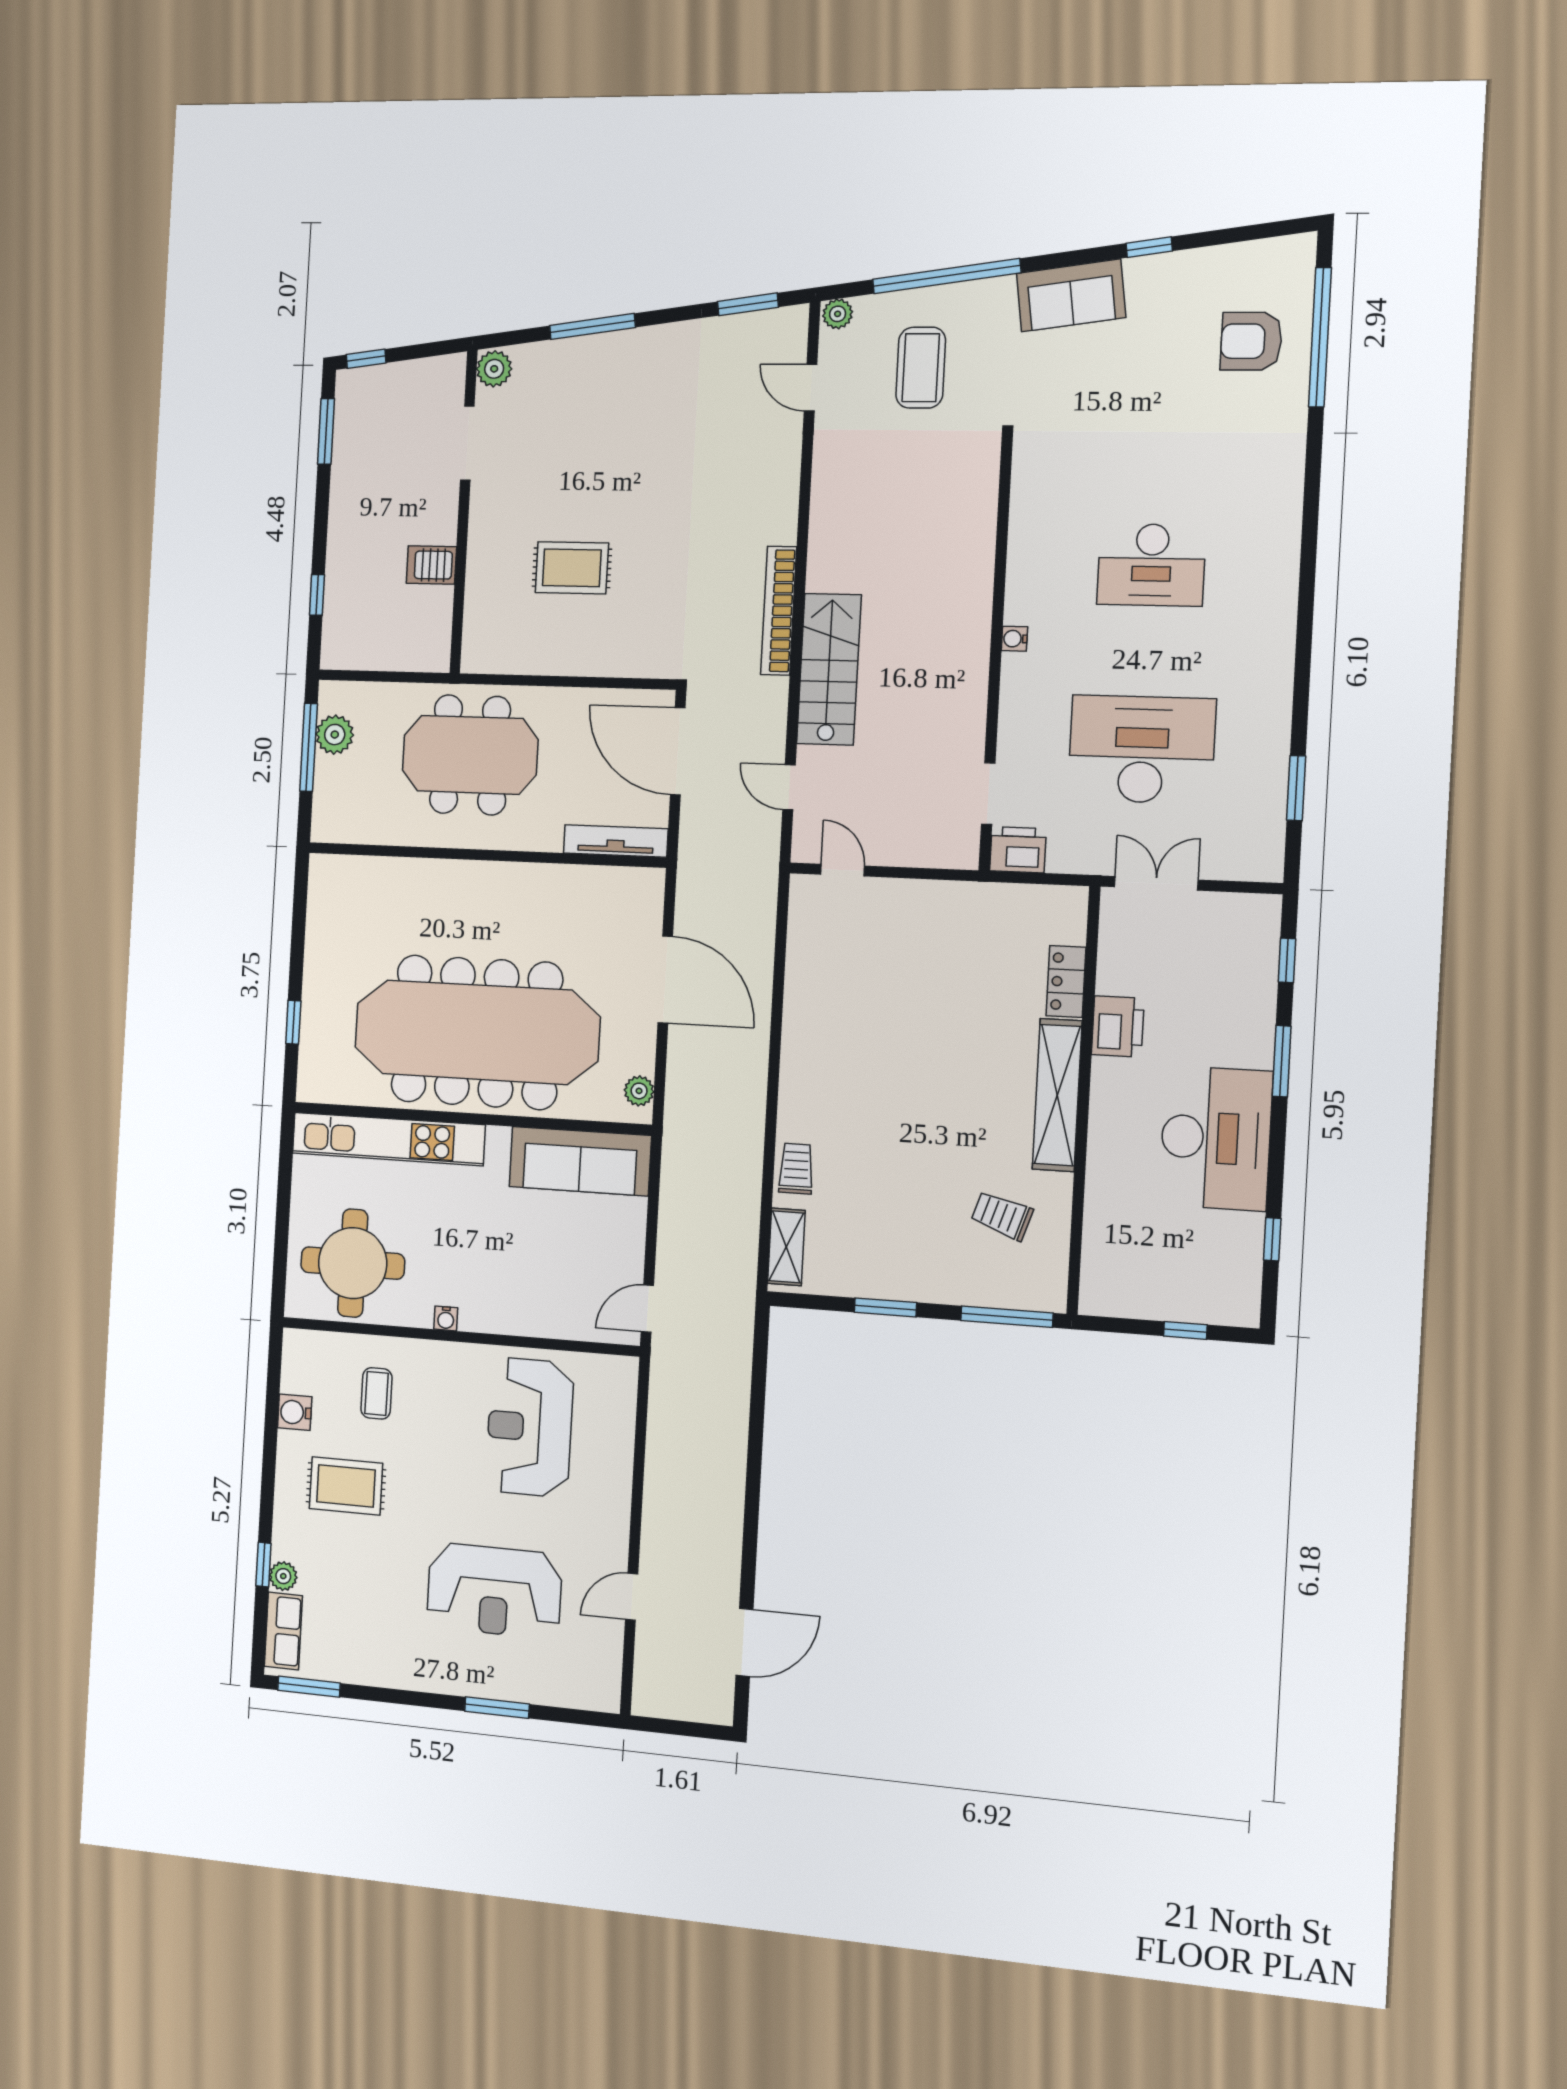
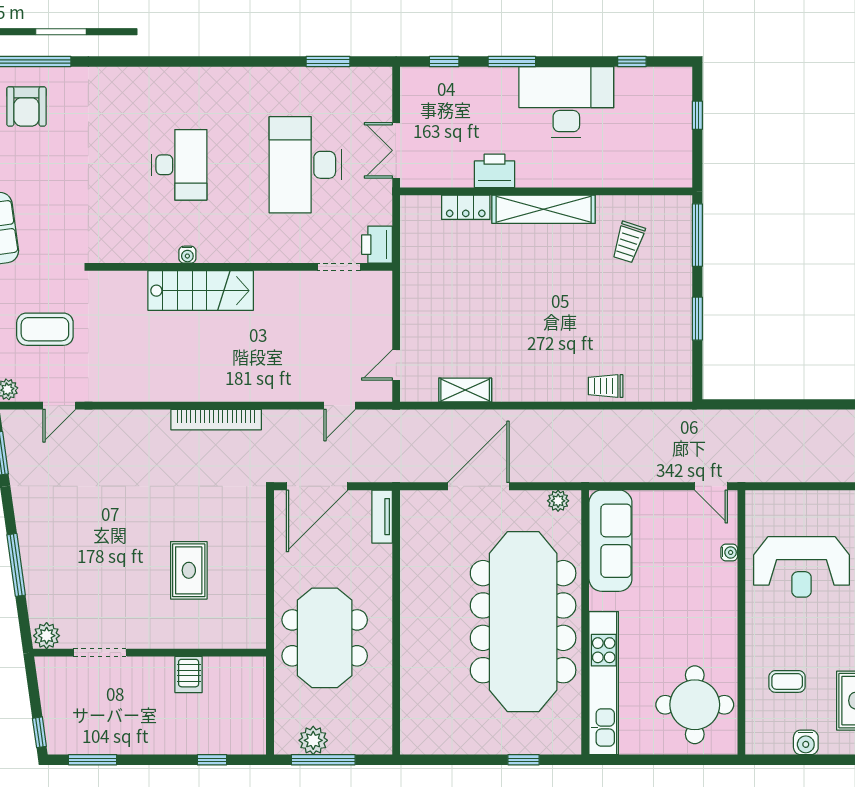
water cooler: (1014, 639) -> (187, 255), moved
stairs: (829, 669) -> (201, 291), moved, turned 180
tv unit: (616, 841) -> (382, 517), width x0.71
shelving: (786, 1247) -> (465, 390), moved
water cooler: (446, 1318) -> (729, 552), moved

